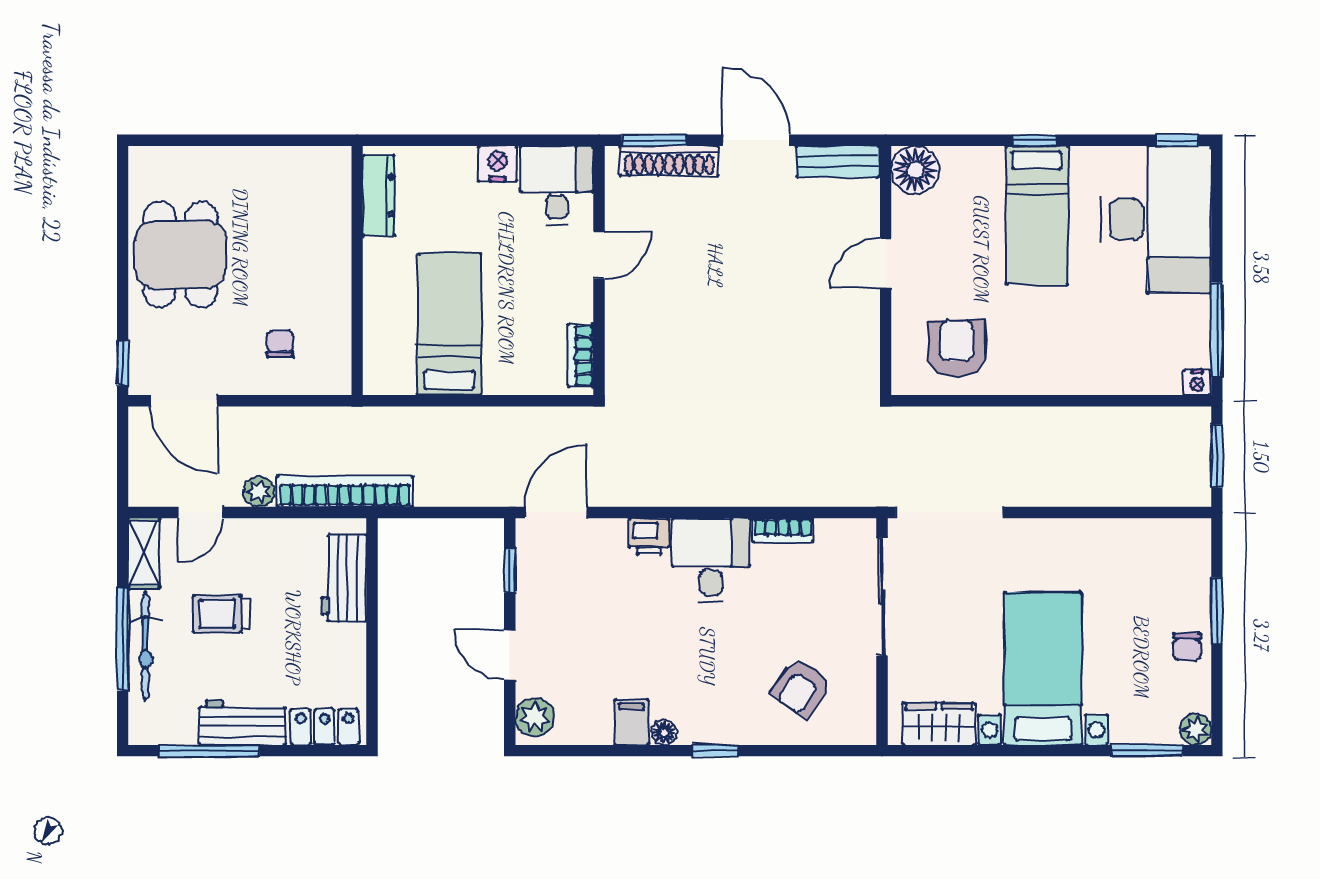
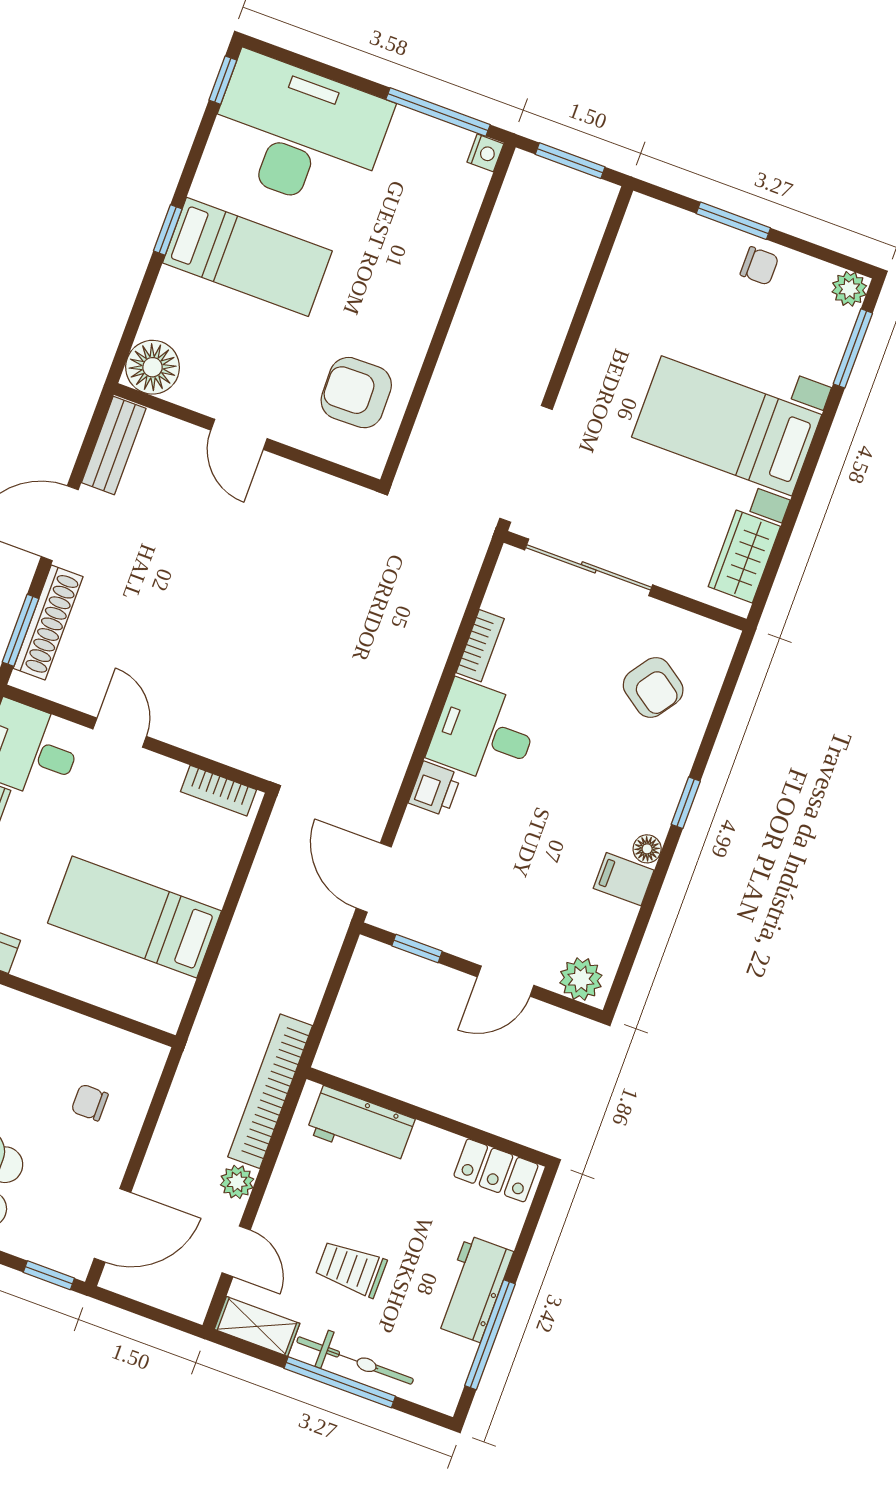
trolley: (221, 614) -> (351, 1269), turned 90
locker: (325, 727) -> (496, 1170), moved, turned -90

